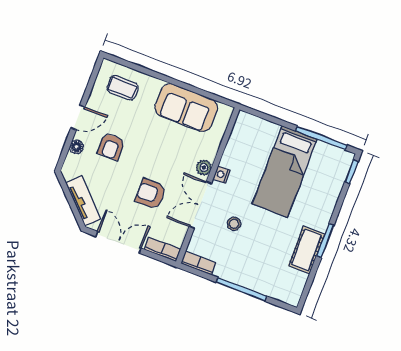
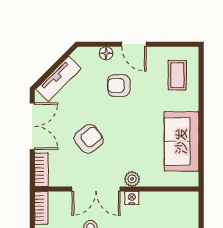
armchair: (151, 194) -> (89, 139), turned 52
double door: (200, 205) -> (96, 189), swing flipped

